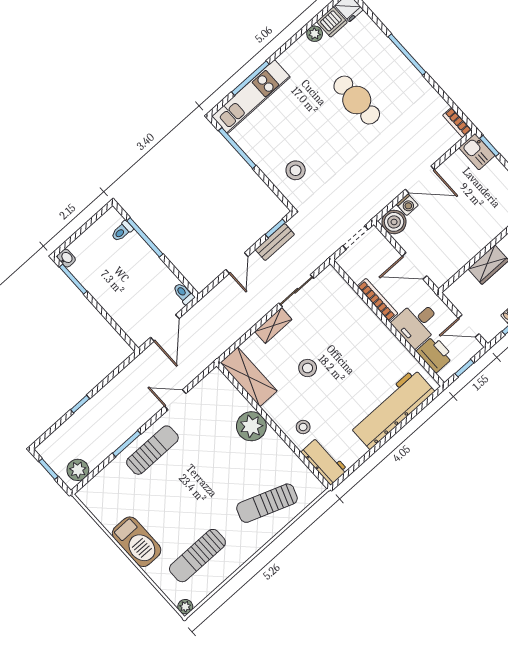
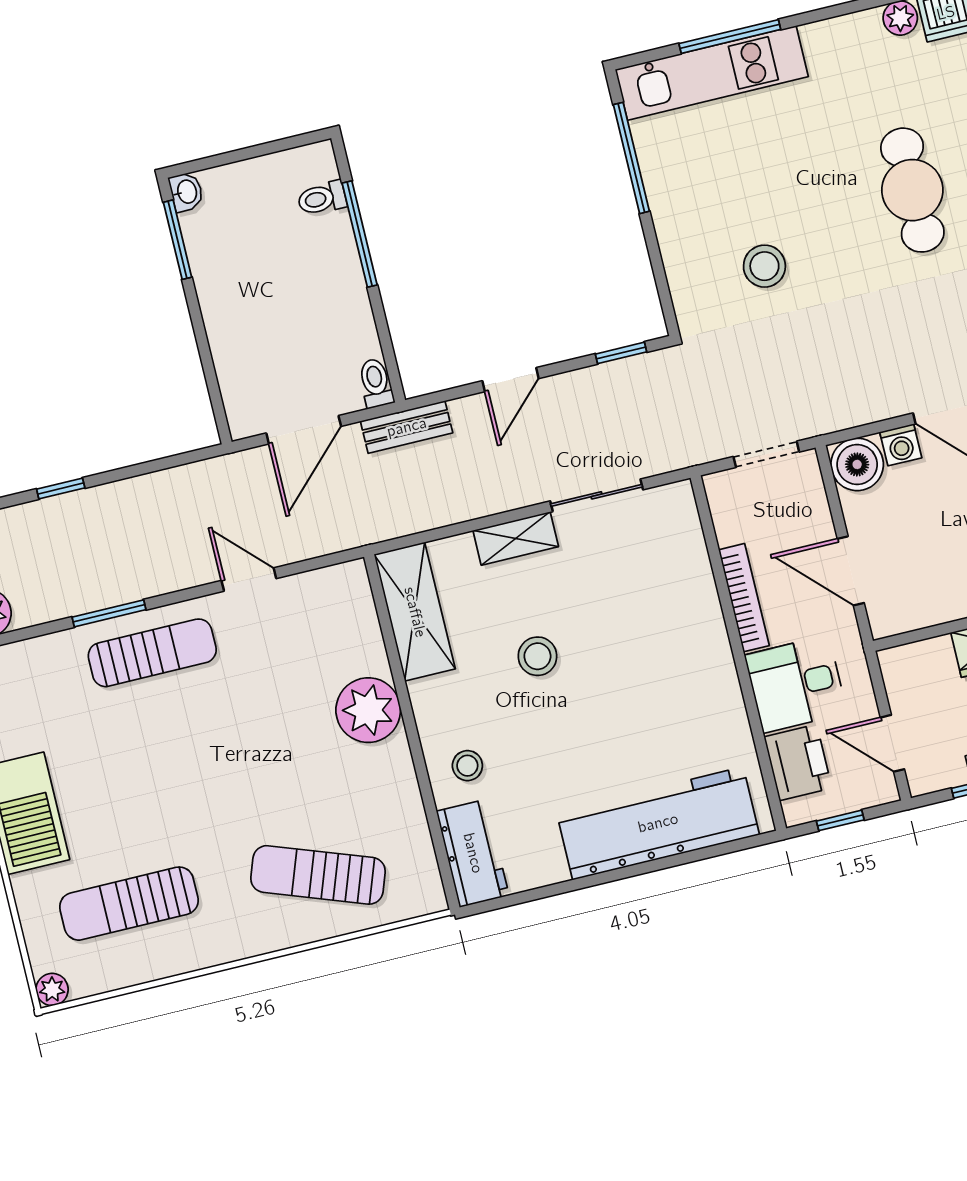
stool: (296, 170) -> (764, 266), moved
bench: (275, 242) -> (407, 427), moved

